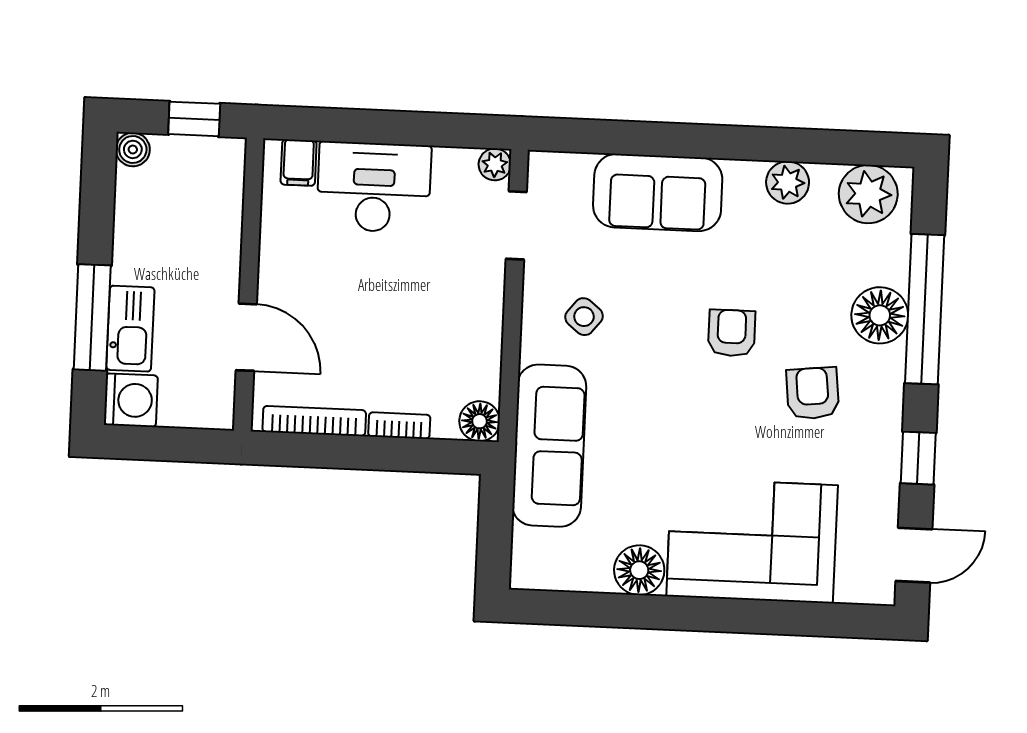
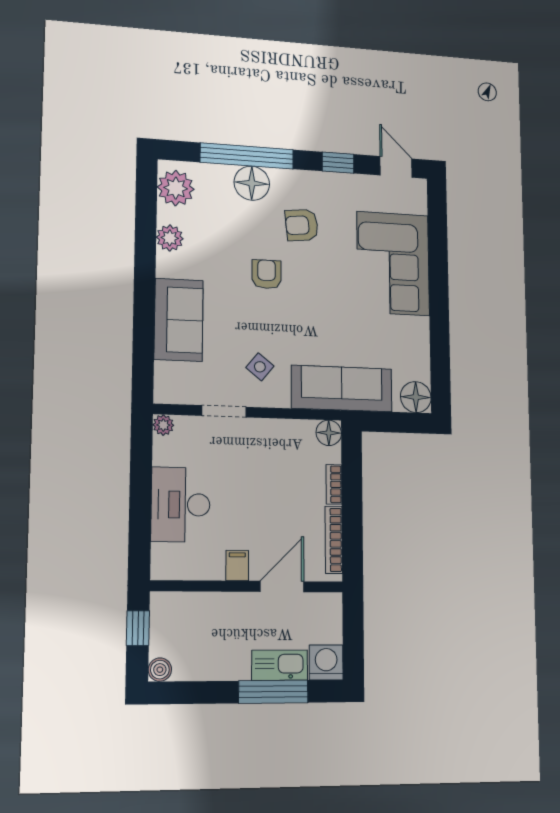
filing cabinet: (299, 163) -> (237, 566), moved, turned -90
doorway: (516, 225) -> (224, 411), moved
armchair: (732, 333) -> (267, 274), turned 90
floor lamp: (639, 570) -> (416, 397), moved

